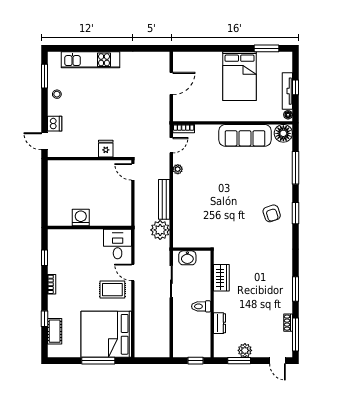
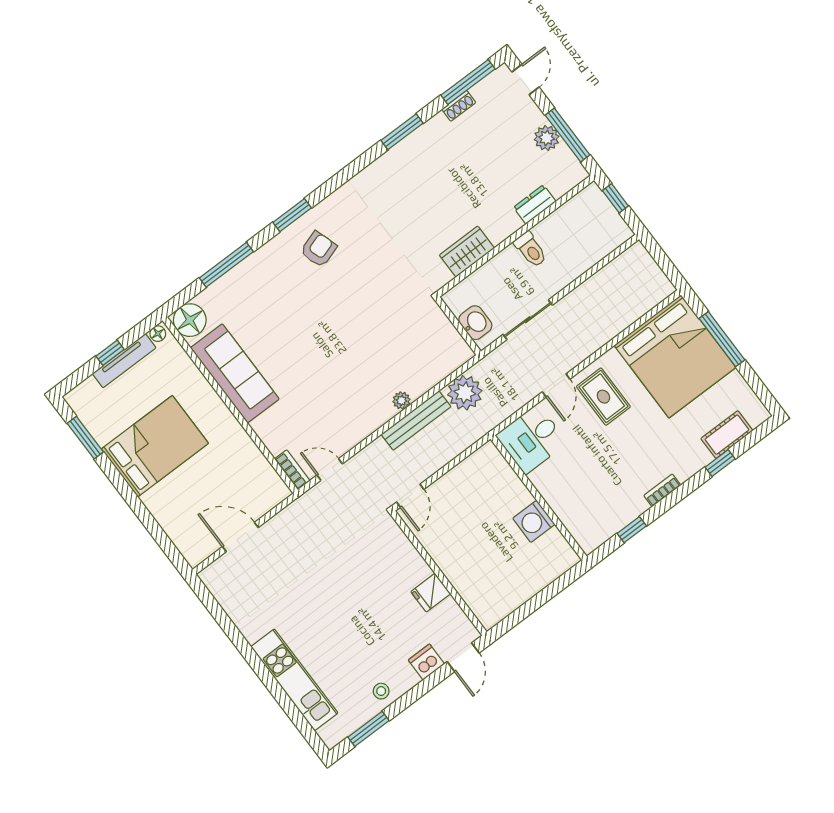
fridge: (106, 149) -> (431, 593), moved
plant: (178, 169) -> (401, 401), moved
window: (239, 361) -> (568, 135), width x1.44

